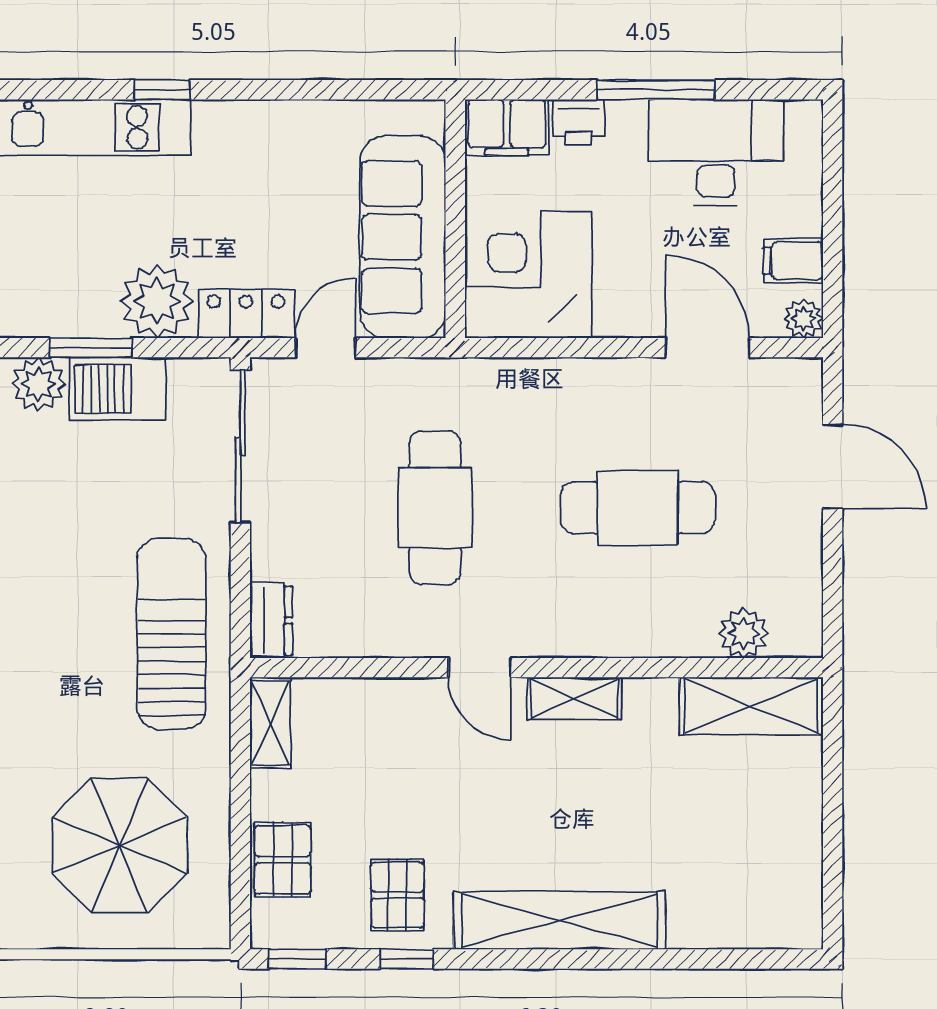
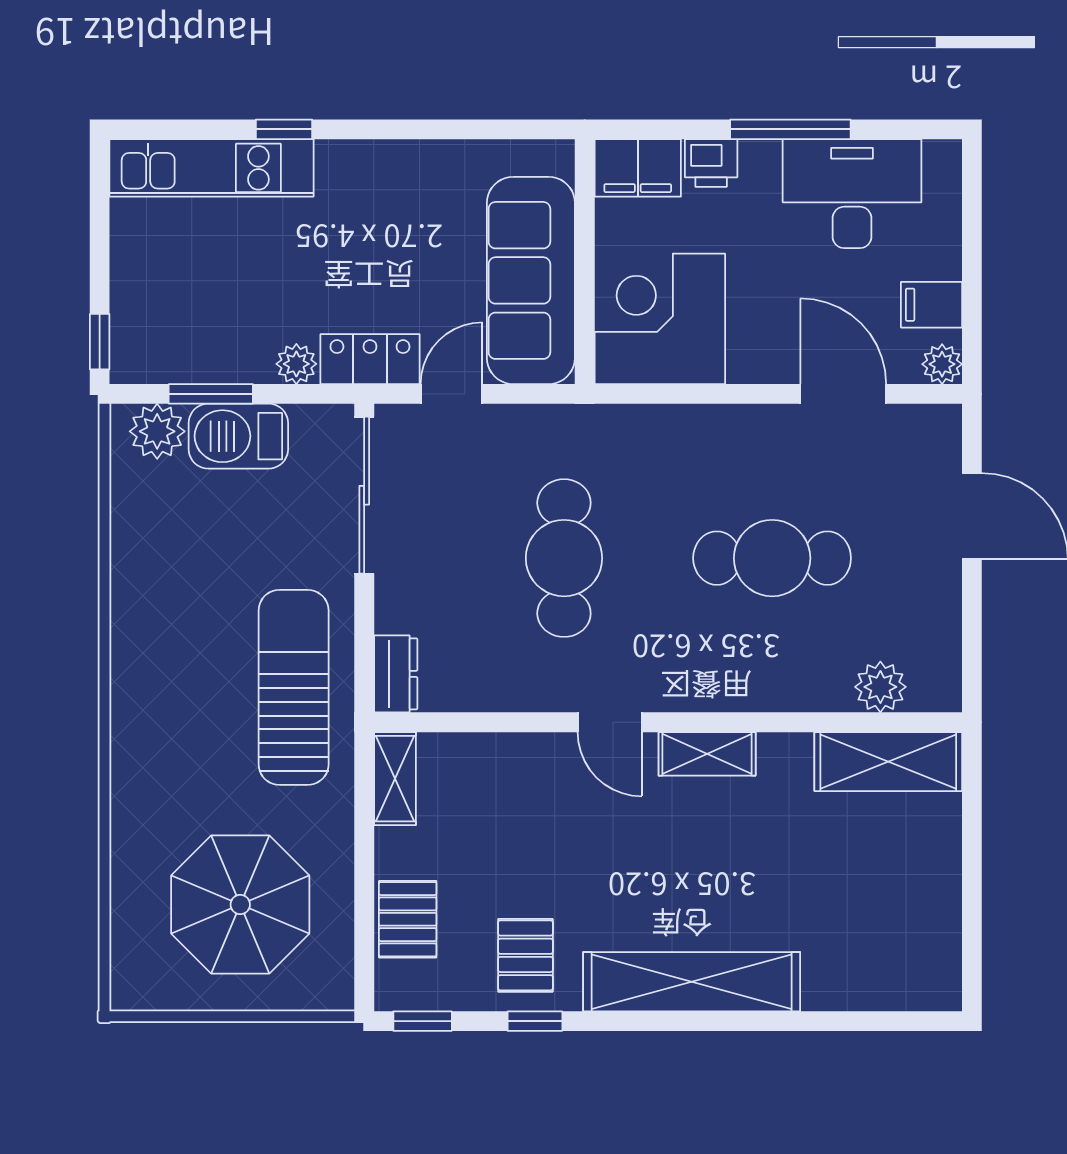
plant: (157, 301) -> (296, 364), width x0.53, depth x0.53

